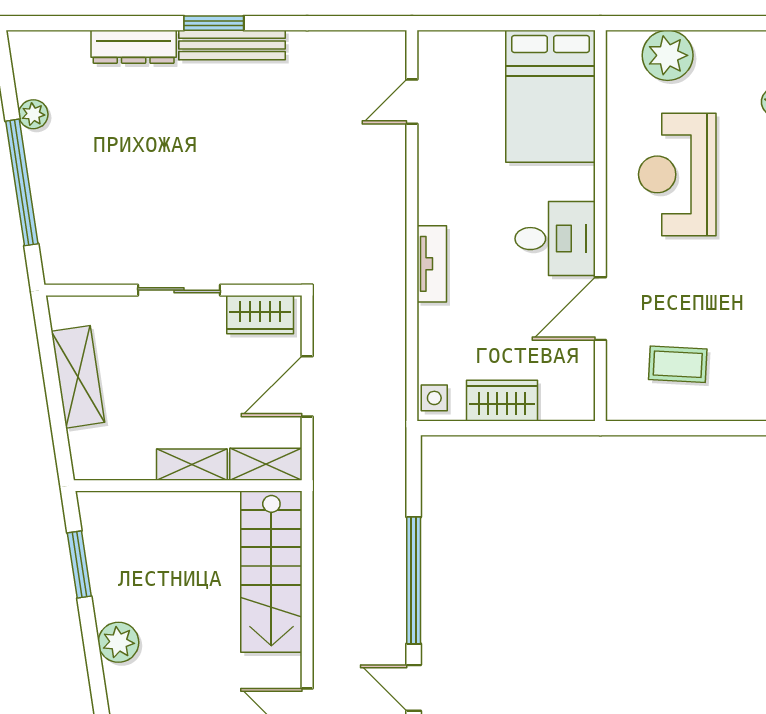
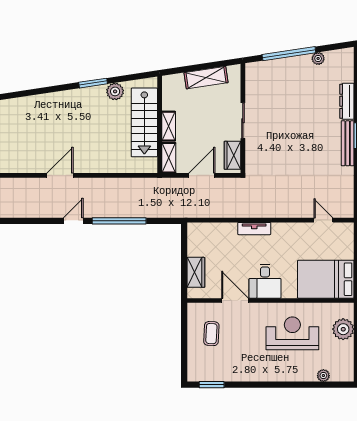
door: (307, 386) -> (202, 175), hinge flipped
side table: (434, 398) -> (197, 230), removed
wardrobe: (502, 401) -> (196, 272), moved
window: (79, 564) -> (93, 83), moved
stairs: (271, 572) -> (144, 122), moved, turned -90
plant: (118, 642) -> (115, 91), moved

